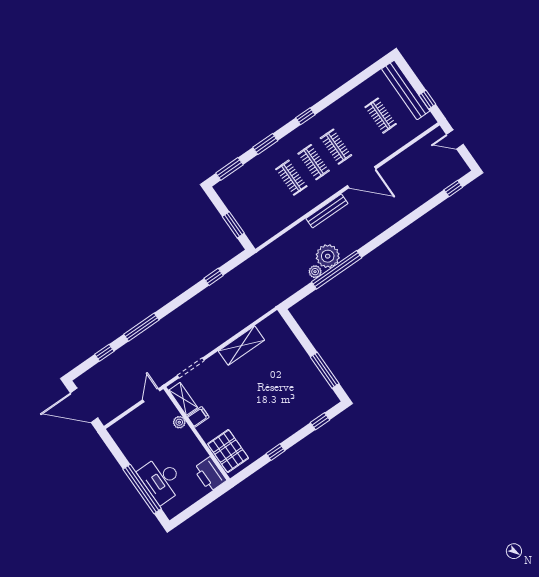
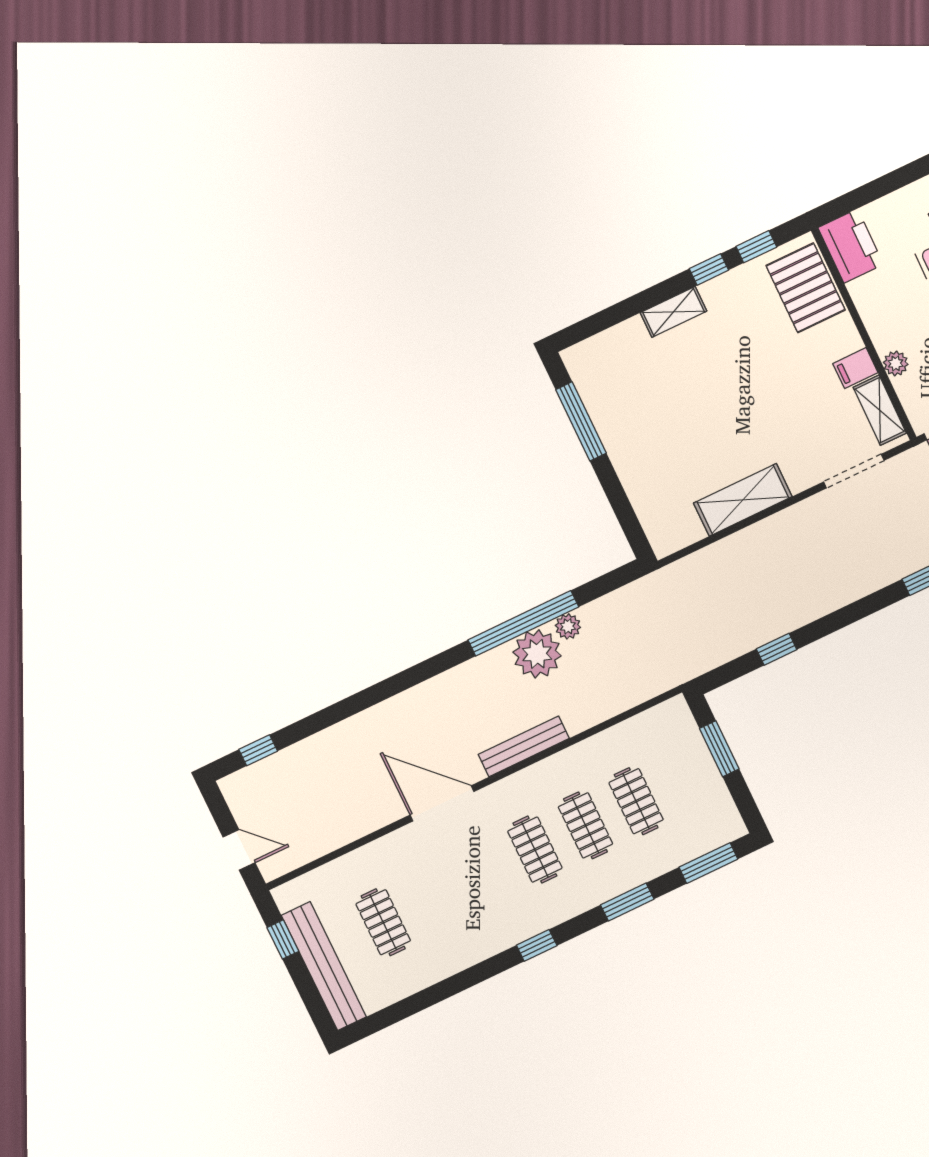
clothes rail: (336, 147) -> (636, 801), moved
window: (320, 421) -> (756, 247), moved
shelving: (289, 429) -> (673, 312), added

